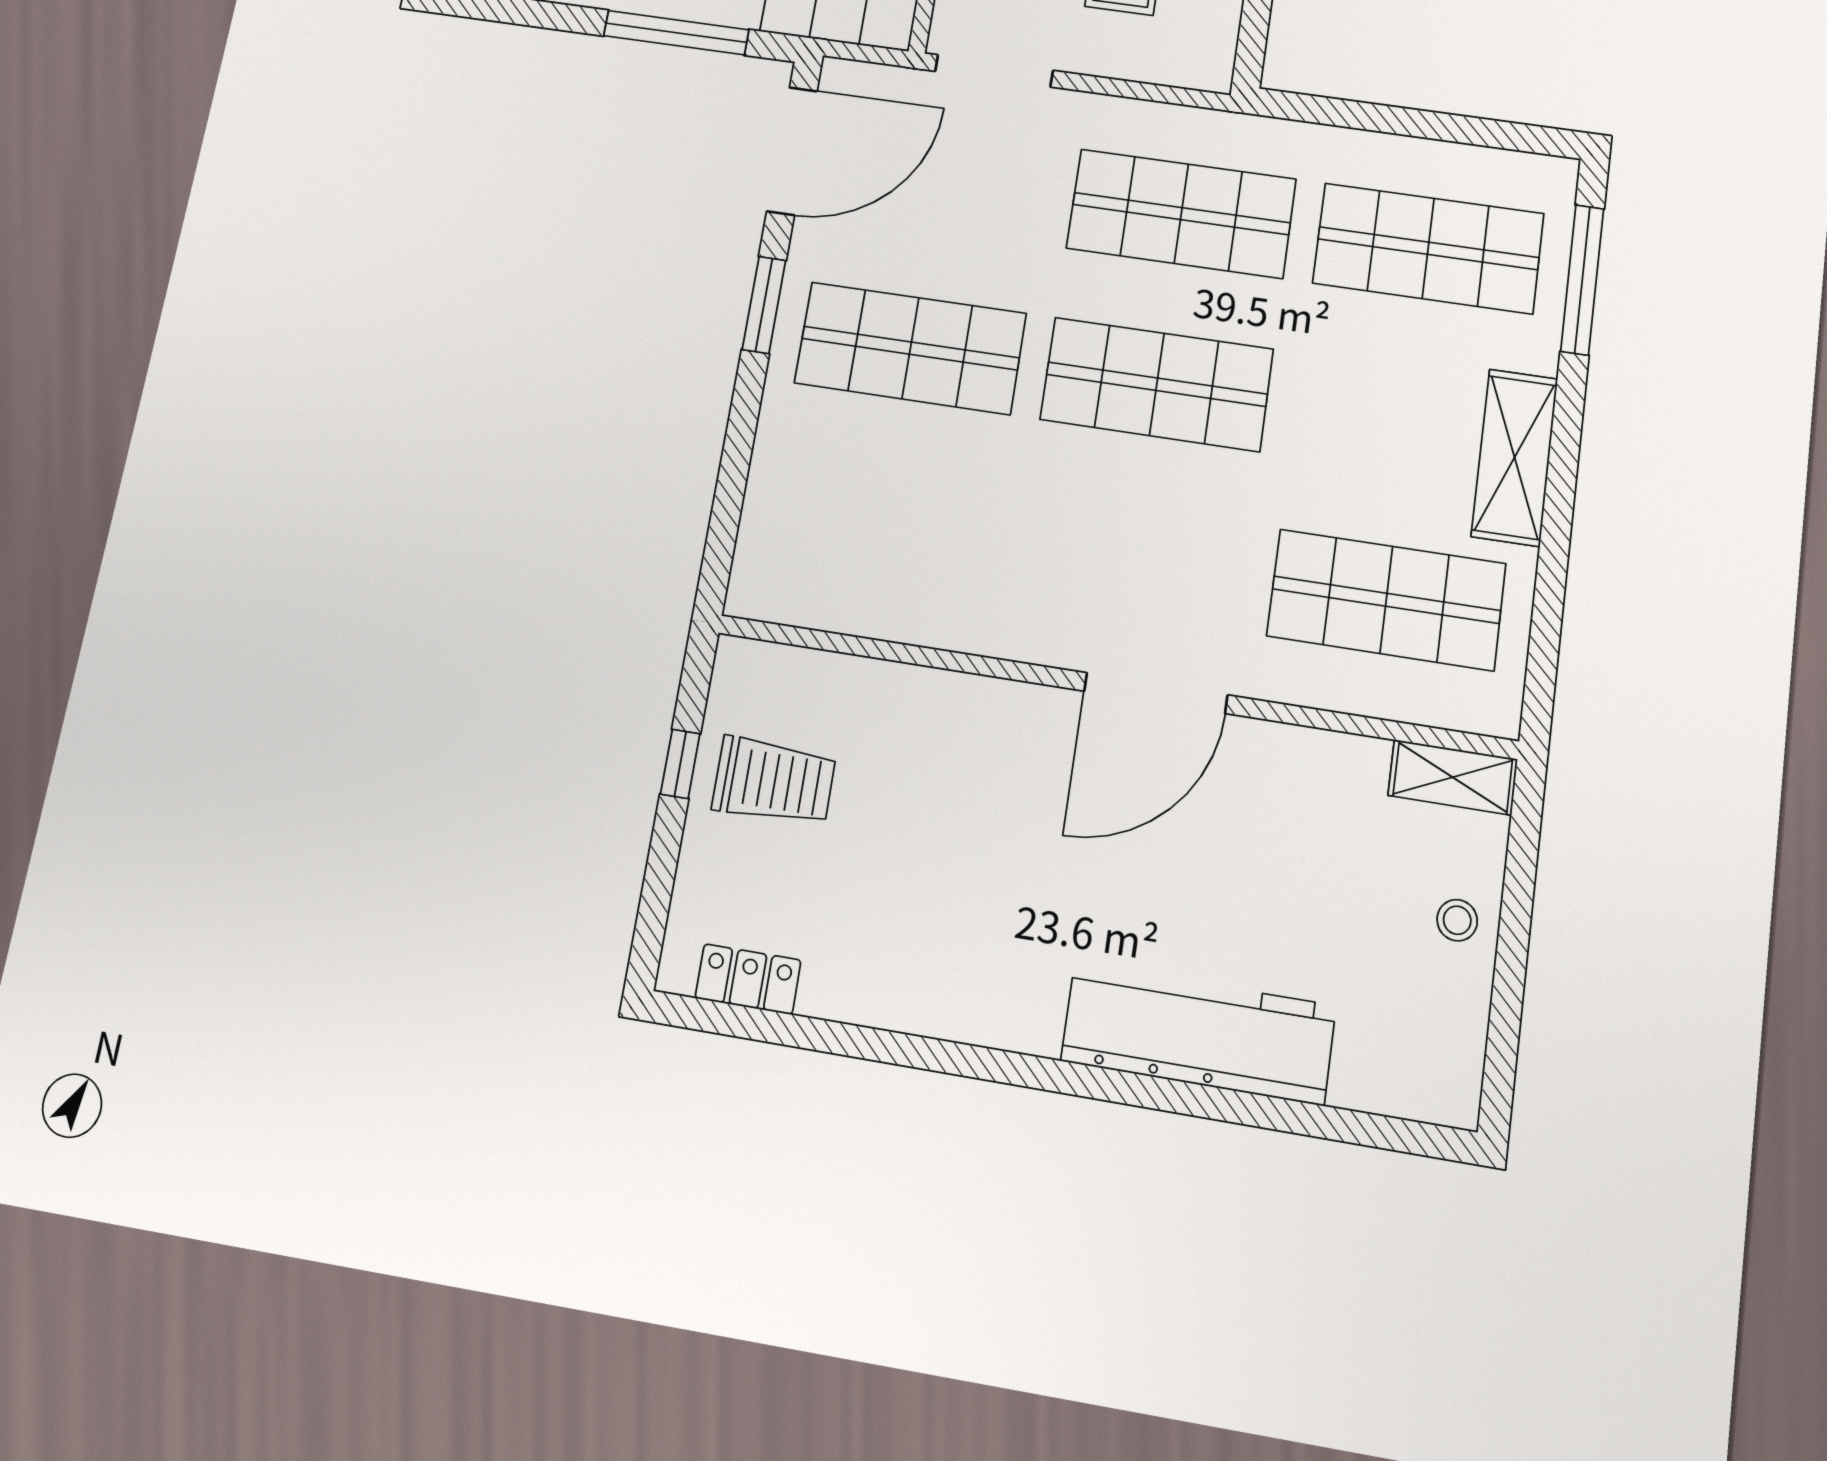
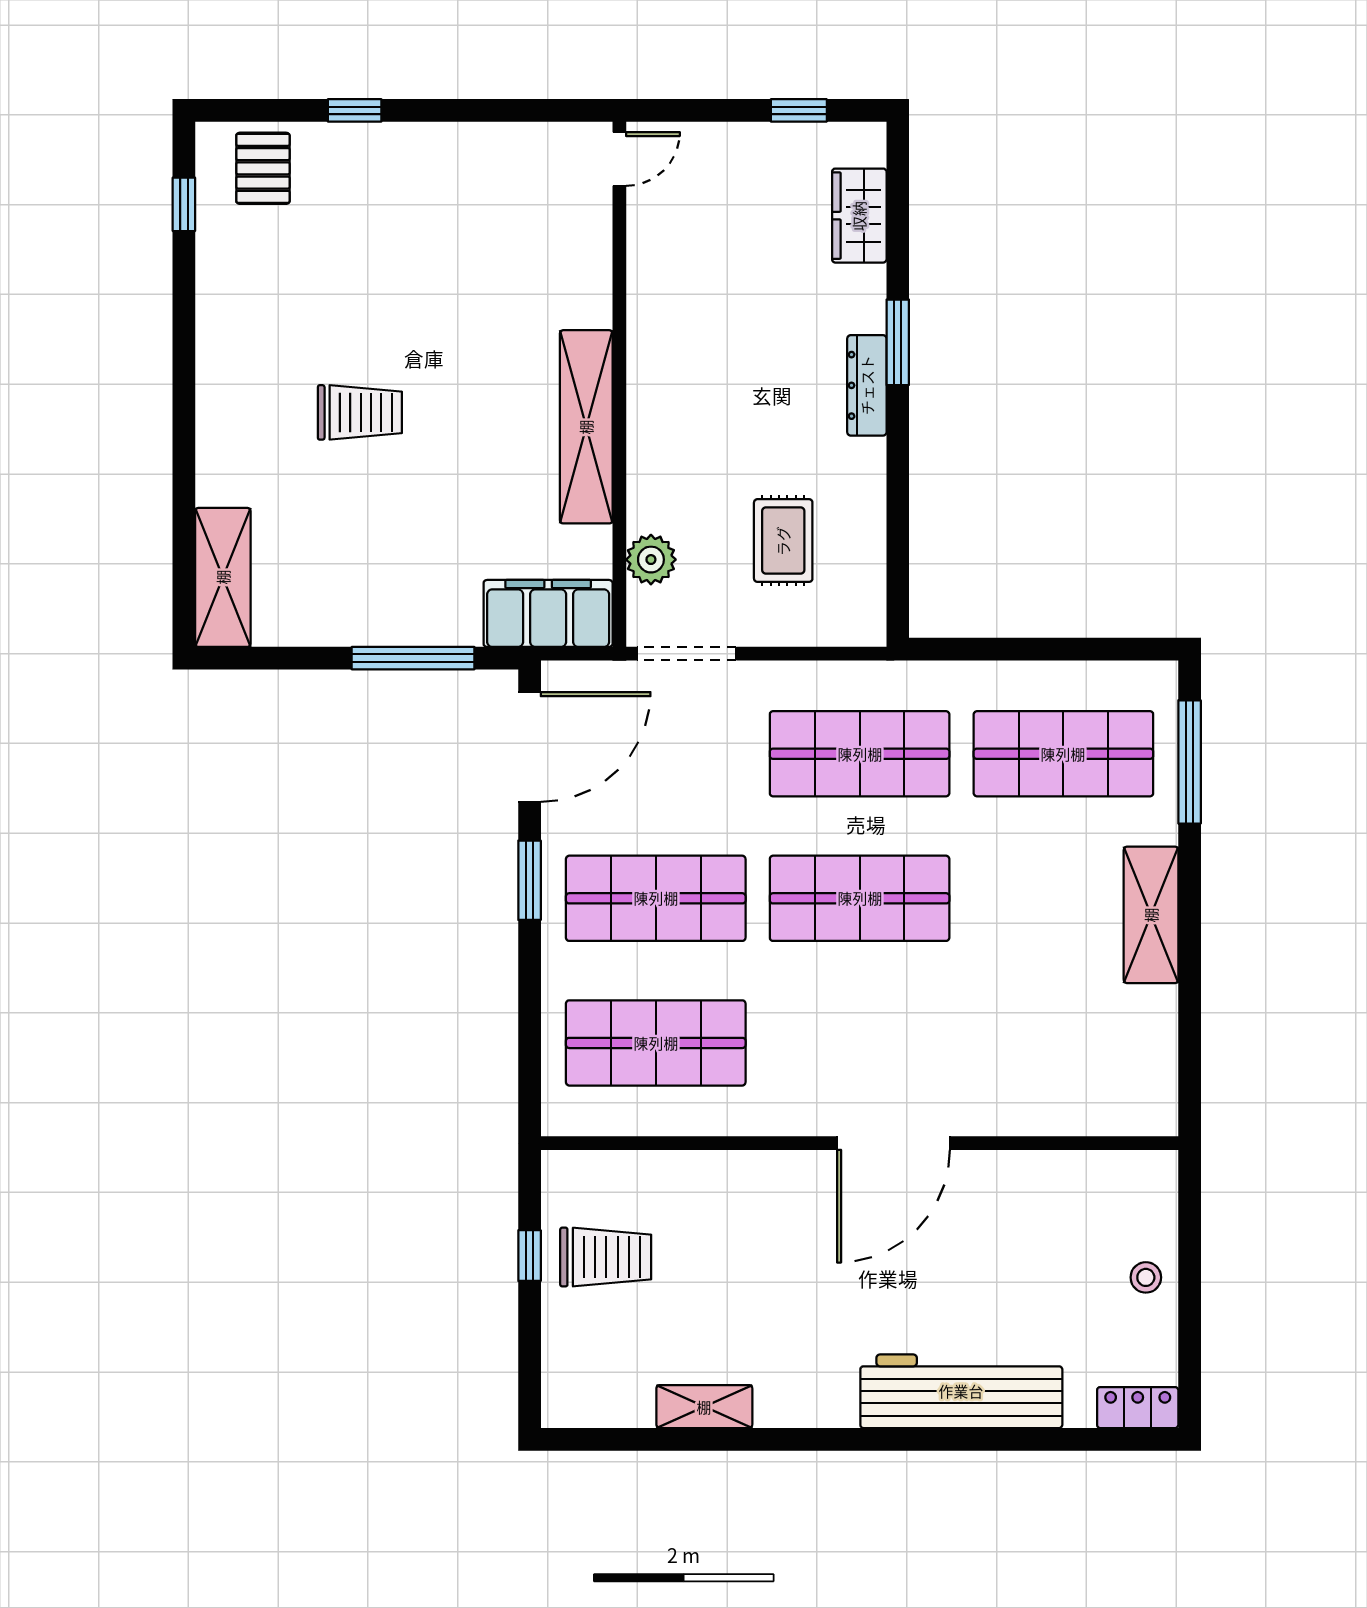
shop shelf: (1386, 600) -> (656, 1043), moved
shelving: (1453, 777) -> (704, 1407), moved
locker: (748, 979) -> (1138, 1408), moved

